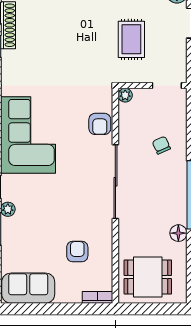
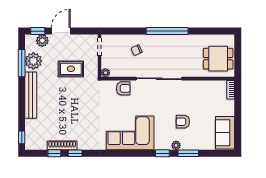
floor lamp: (178, 233) -> (191, 40), removed
armchair: (77, 251) -> (183, 122), moved
dining table: (148, 277) -> (218, 59), turned 90

